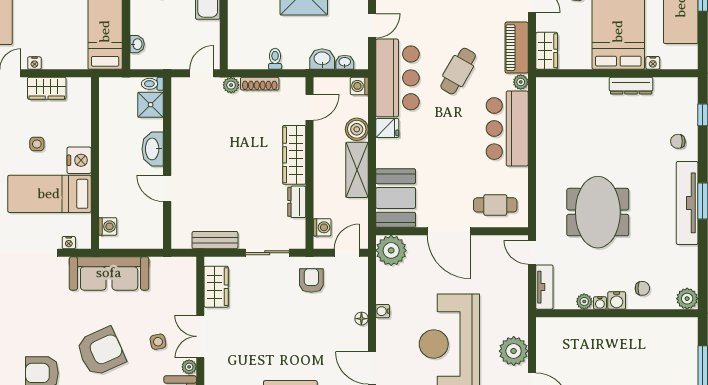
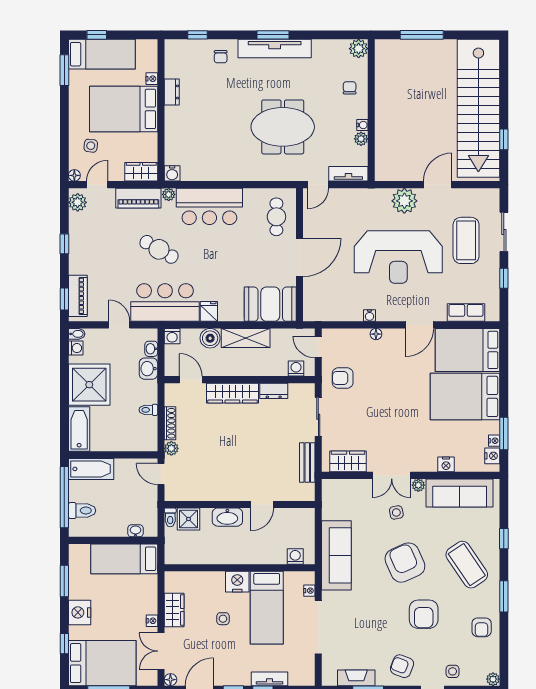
dresser: (631, 86) -> (172, 92), width x0.70
plant: (391, 250) -> (316, 308), removed
water cooler: (617, 300) -> (172, 173), moved, turned 90

